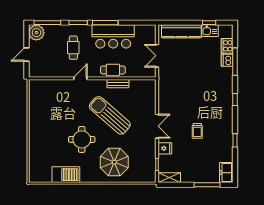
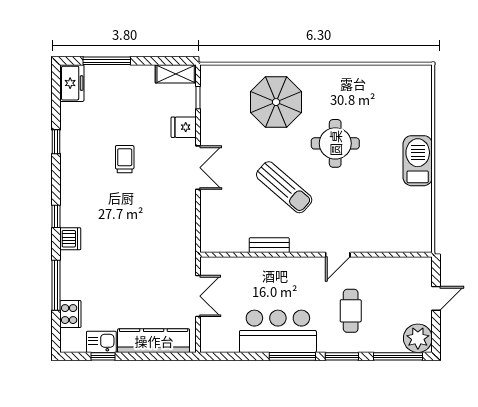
dishwasher: (227, 60) -> (70, 239), moved
cafe table: (113, 70) -> (279, 270), removed
sun lounger: (110, 115) -> (284, 187), width x0.73, depth x0.75
double door: (157, 126) -> (198, 168), swing flipped
barbecue: (66, 175) -> (418, 161), moved, turned 90

